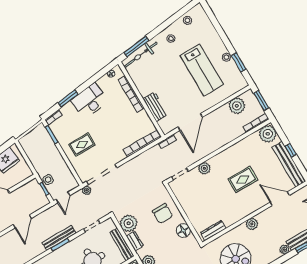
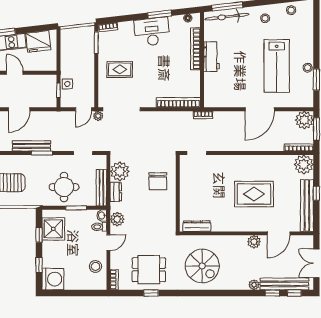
window: (68, 99) -> (160, 14), moved
plant: (237, 106) -> (304, 120), moved
workbench: (155, 107) -> (212, 57), moved
door: (190, 122) -> (260, 109), moved
plant: (204, 168) -> (223, 162), removed
rug: (243, 179) -> (254, 194), width x1.36, depth x1.43
door: (63, 197) -> (83, 109), moved
door: (280, 199) -> (278, 233), swing flipped
plant: (252, 224) -> (254, 242), moved
floor lamp: (183, 231) -> (168, 209), removed
bench: (59, 238) -> (31, 146), moved

